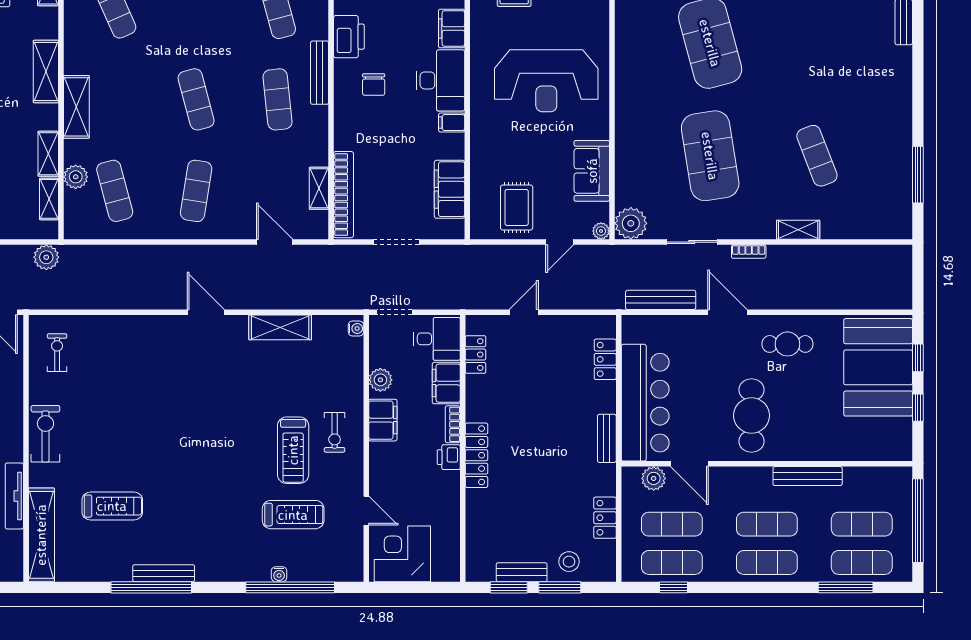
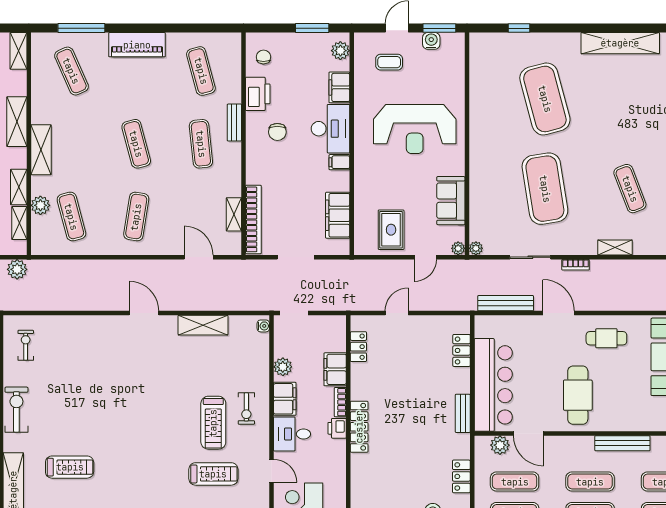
bench: (320, 73) -> (234, 123), width x0.73
plant: (631, 223) -> (476, 248), width x0.53, depth x0.53
desk: (437, 339) -> (292, 434), moved, turned 180

